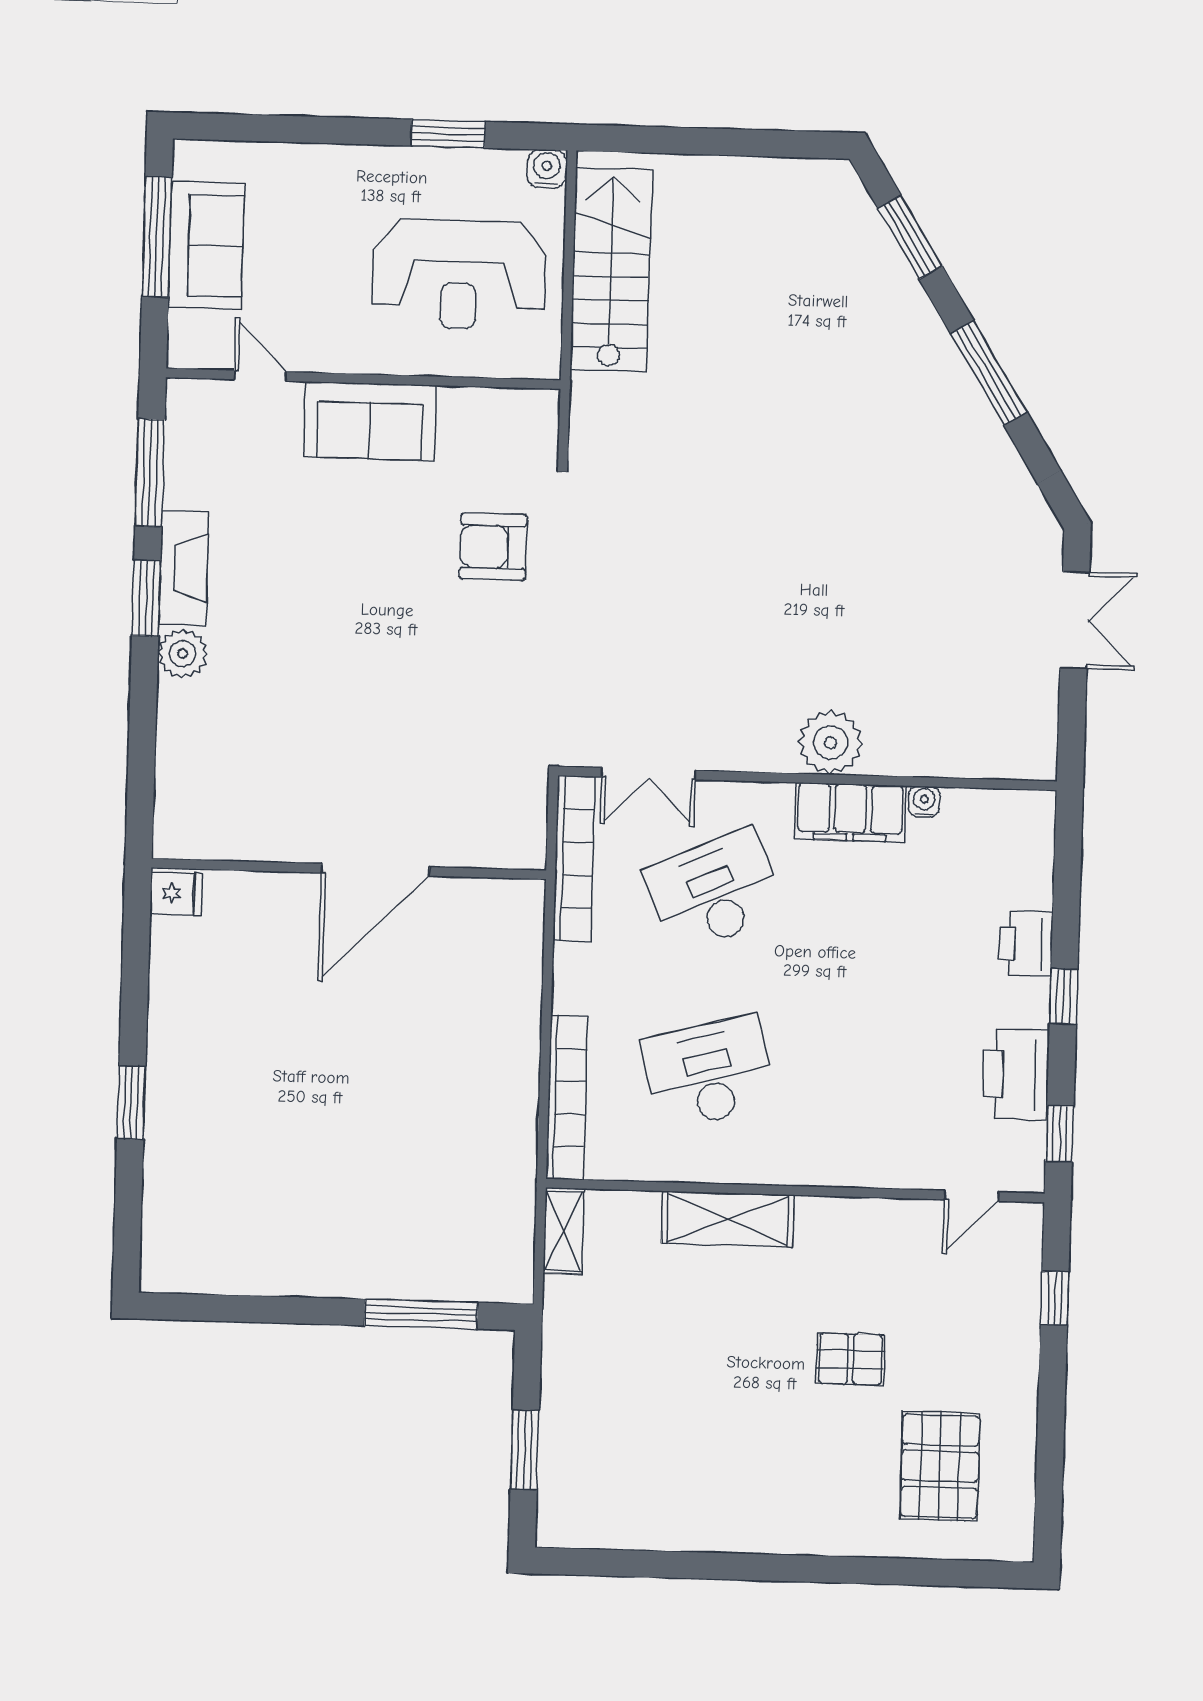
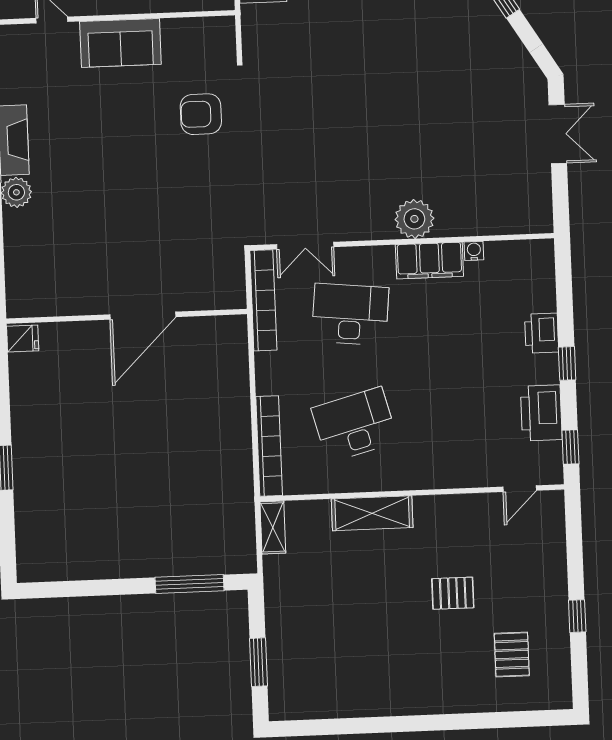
desk: (714, 891) -> (350, 314), turned 30
window: (1055, 1298) -> (577, 616), moved
pallet: (940, 1466) -> (512, 655), width x0.67, depth x0.71

